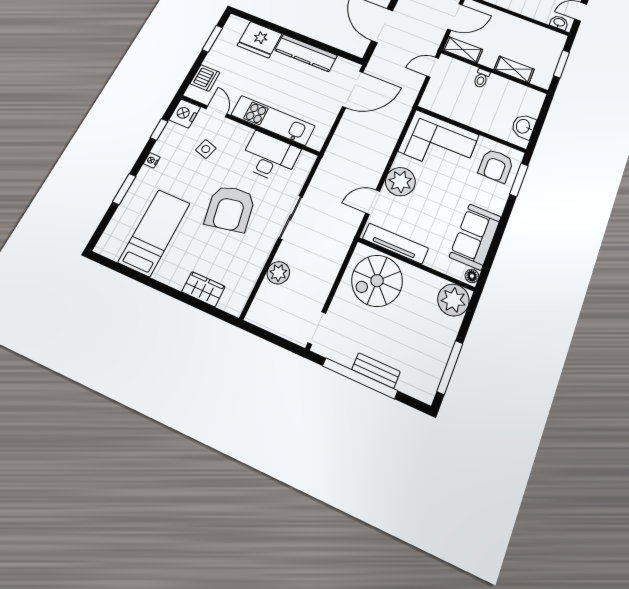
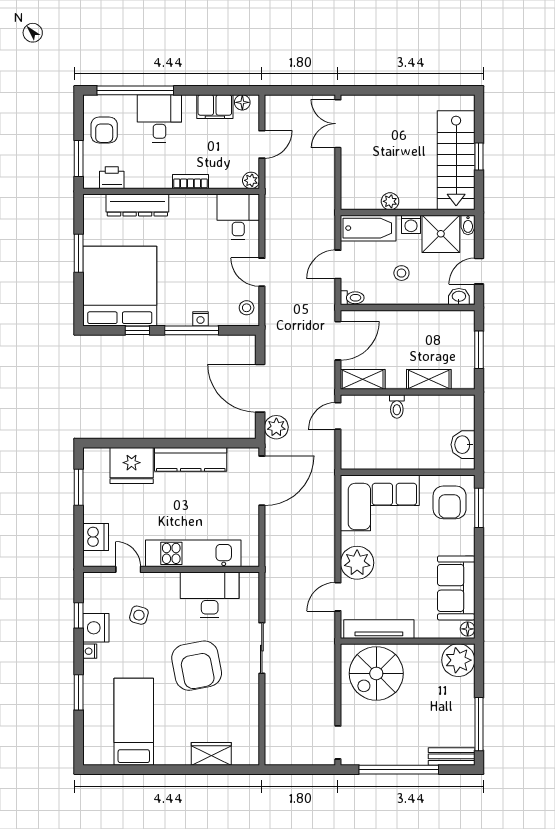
nightstand: (185, 114) -> (96, 628), moved
plant: (278, 273) -> (276, 427), moved
bench: (376, 371) -> (452, 756), moved

